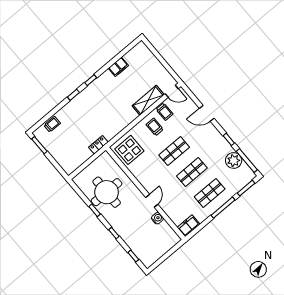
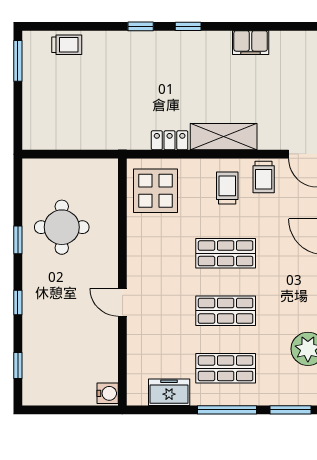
shelving: (148, 100) -> (224, 137), moved
locker: (98, 145) -> (170, 140), moved
round table: (107, 192) -> (62, 227), width x0.73, depth x0.73
door: (152, 201) -> (122, 302), swing flipped
water cooler: (157, 218) -> (108, 393), moved
freezer: (188, 226) -> (169, 392), moved

